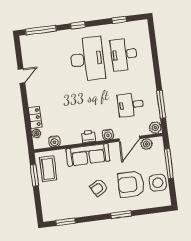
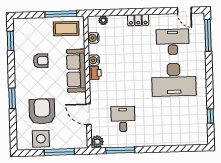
window: (78, 25) -> (209, 74), removed
desk: (124, 54) -> (173, 42), moved
door: (21, 76) -> (184, 10), moved
locker: (35, 117) -> (138, 20), moved
water cooler: (108, 135) -> (94, 60), moved
plant: (147, 144) -> (81, 131), removed
window: (34, 175) -> (61, 14), width x1.44
armchair: (99, 188) -> (41, 61), moved, turned 120

